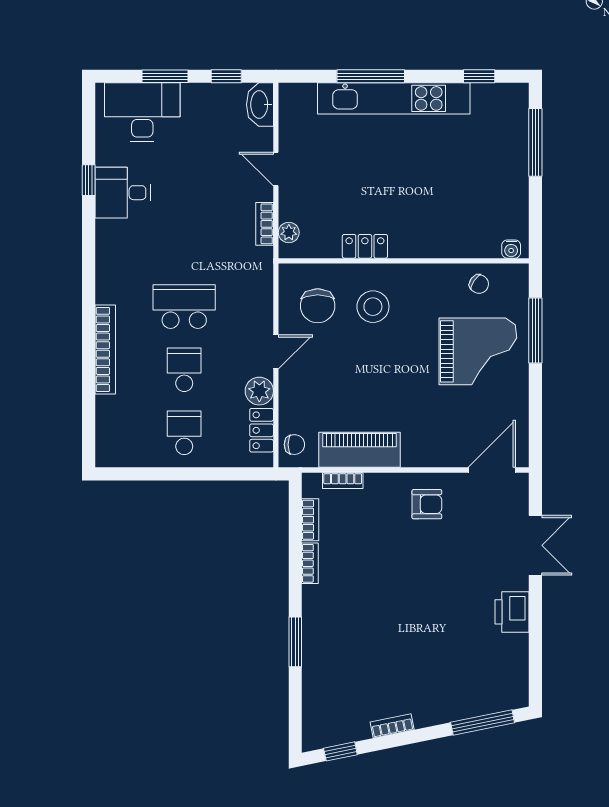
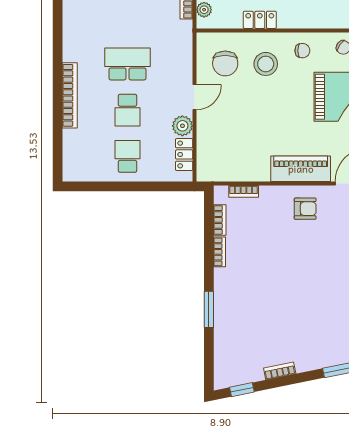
school desk: (184, 370) -> (127, 110), turned 180
chair: (294, 445) -> (302, 51), moved
piano: (359, 450) -> (301, 169), moved

